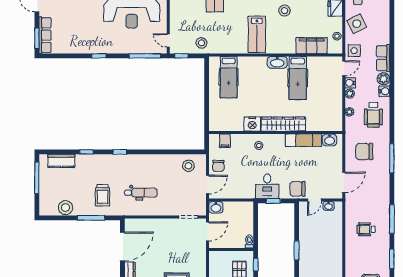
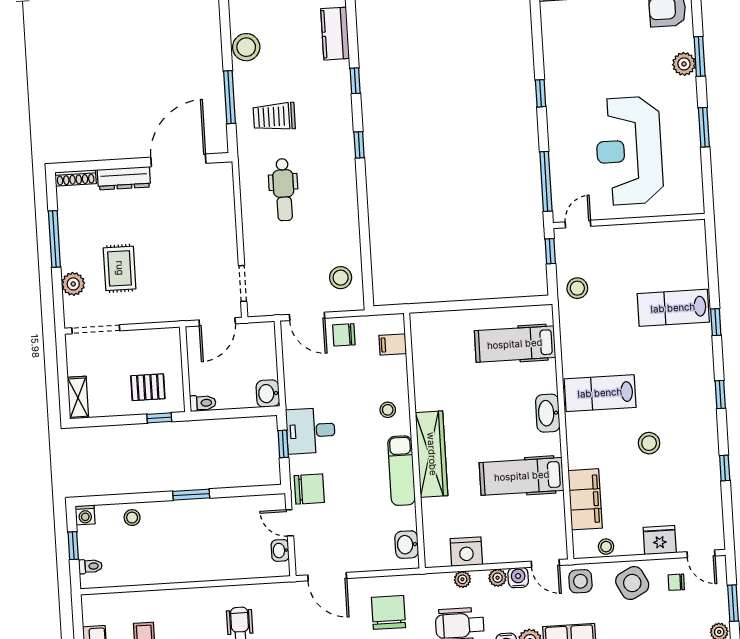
washbasin: (277, 62) -> (548, 413), moved
nightstand: (252, 124) -> (466, 552), moved, turned -90
exam couch: (304, 140) -> (402, 471), moved
chair: (298, 189) -> (309, 489), turned 90
washbasin: (216, 207) -> (268, 394), moved
door: (208, 231) -> (217, 322), hinge flipped
door: (122, 246) -> (178, 160), swing flipped

